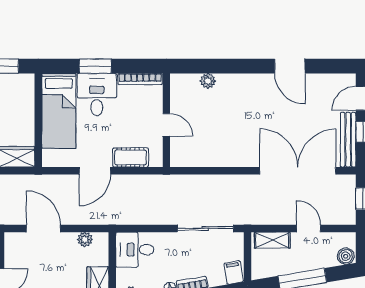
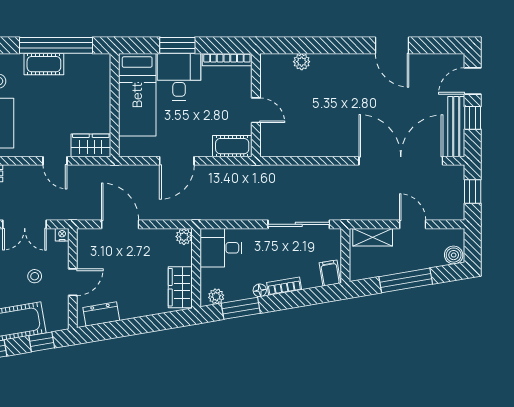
cot: (131, 157) -> (232, 146), moved
plant: (85, 239) -> (184, 237), moved

